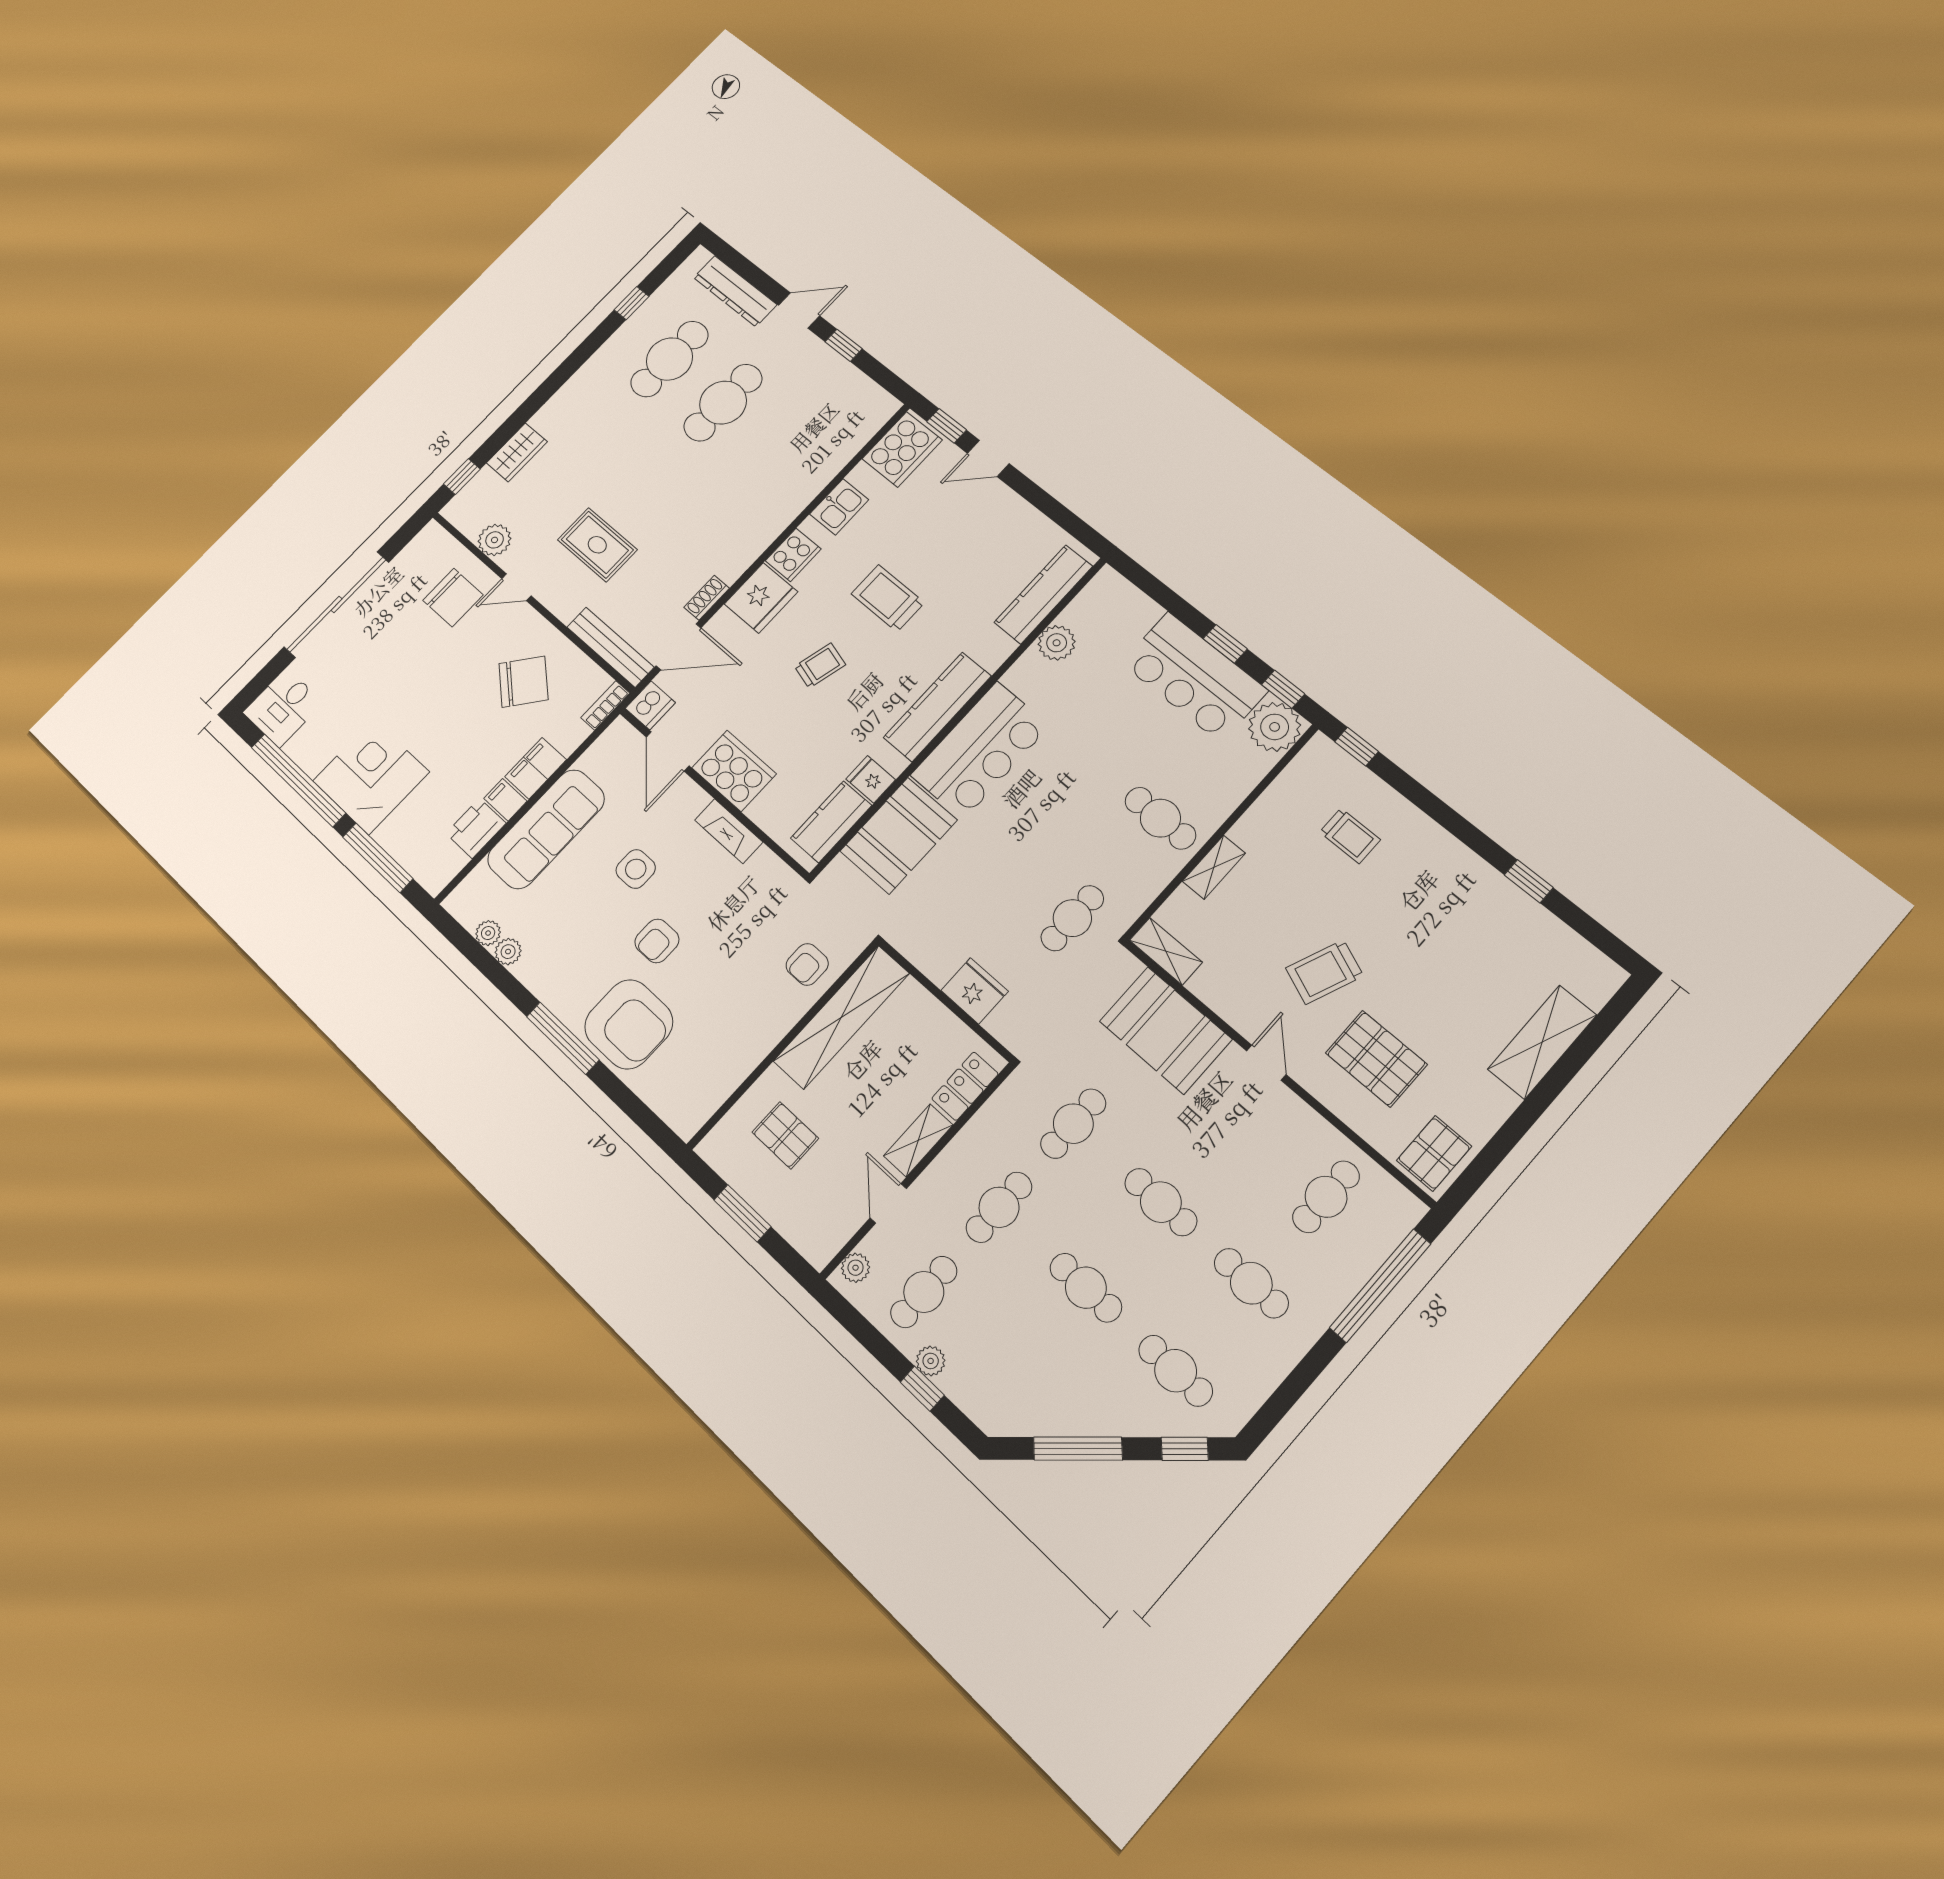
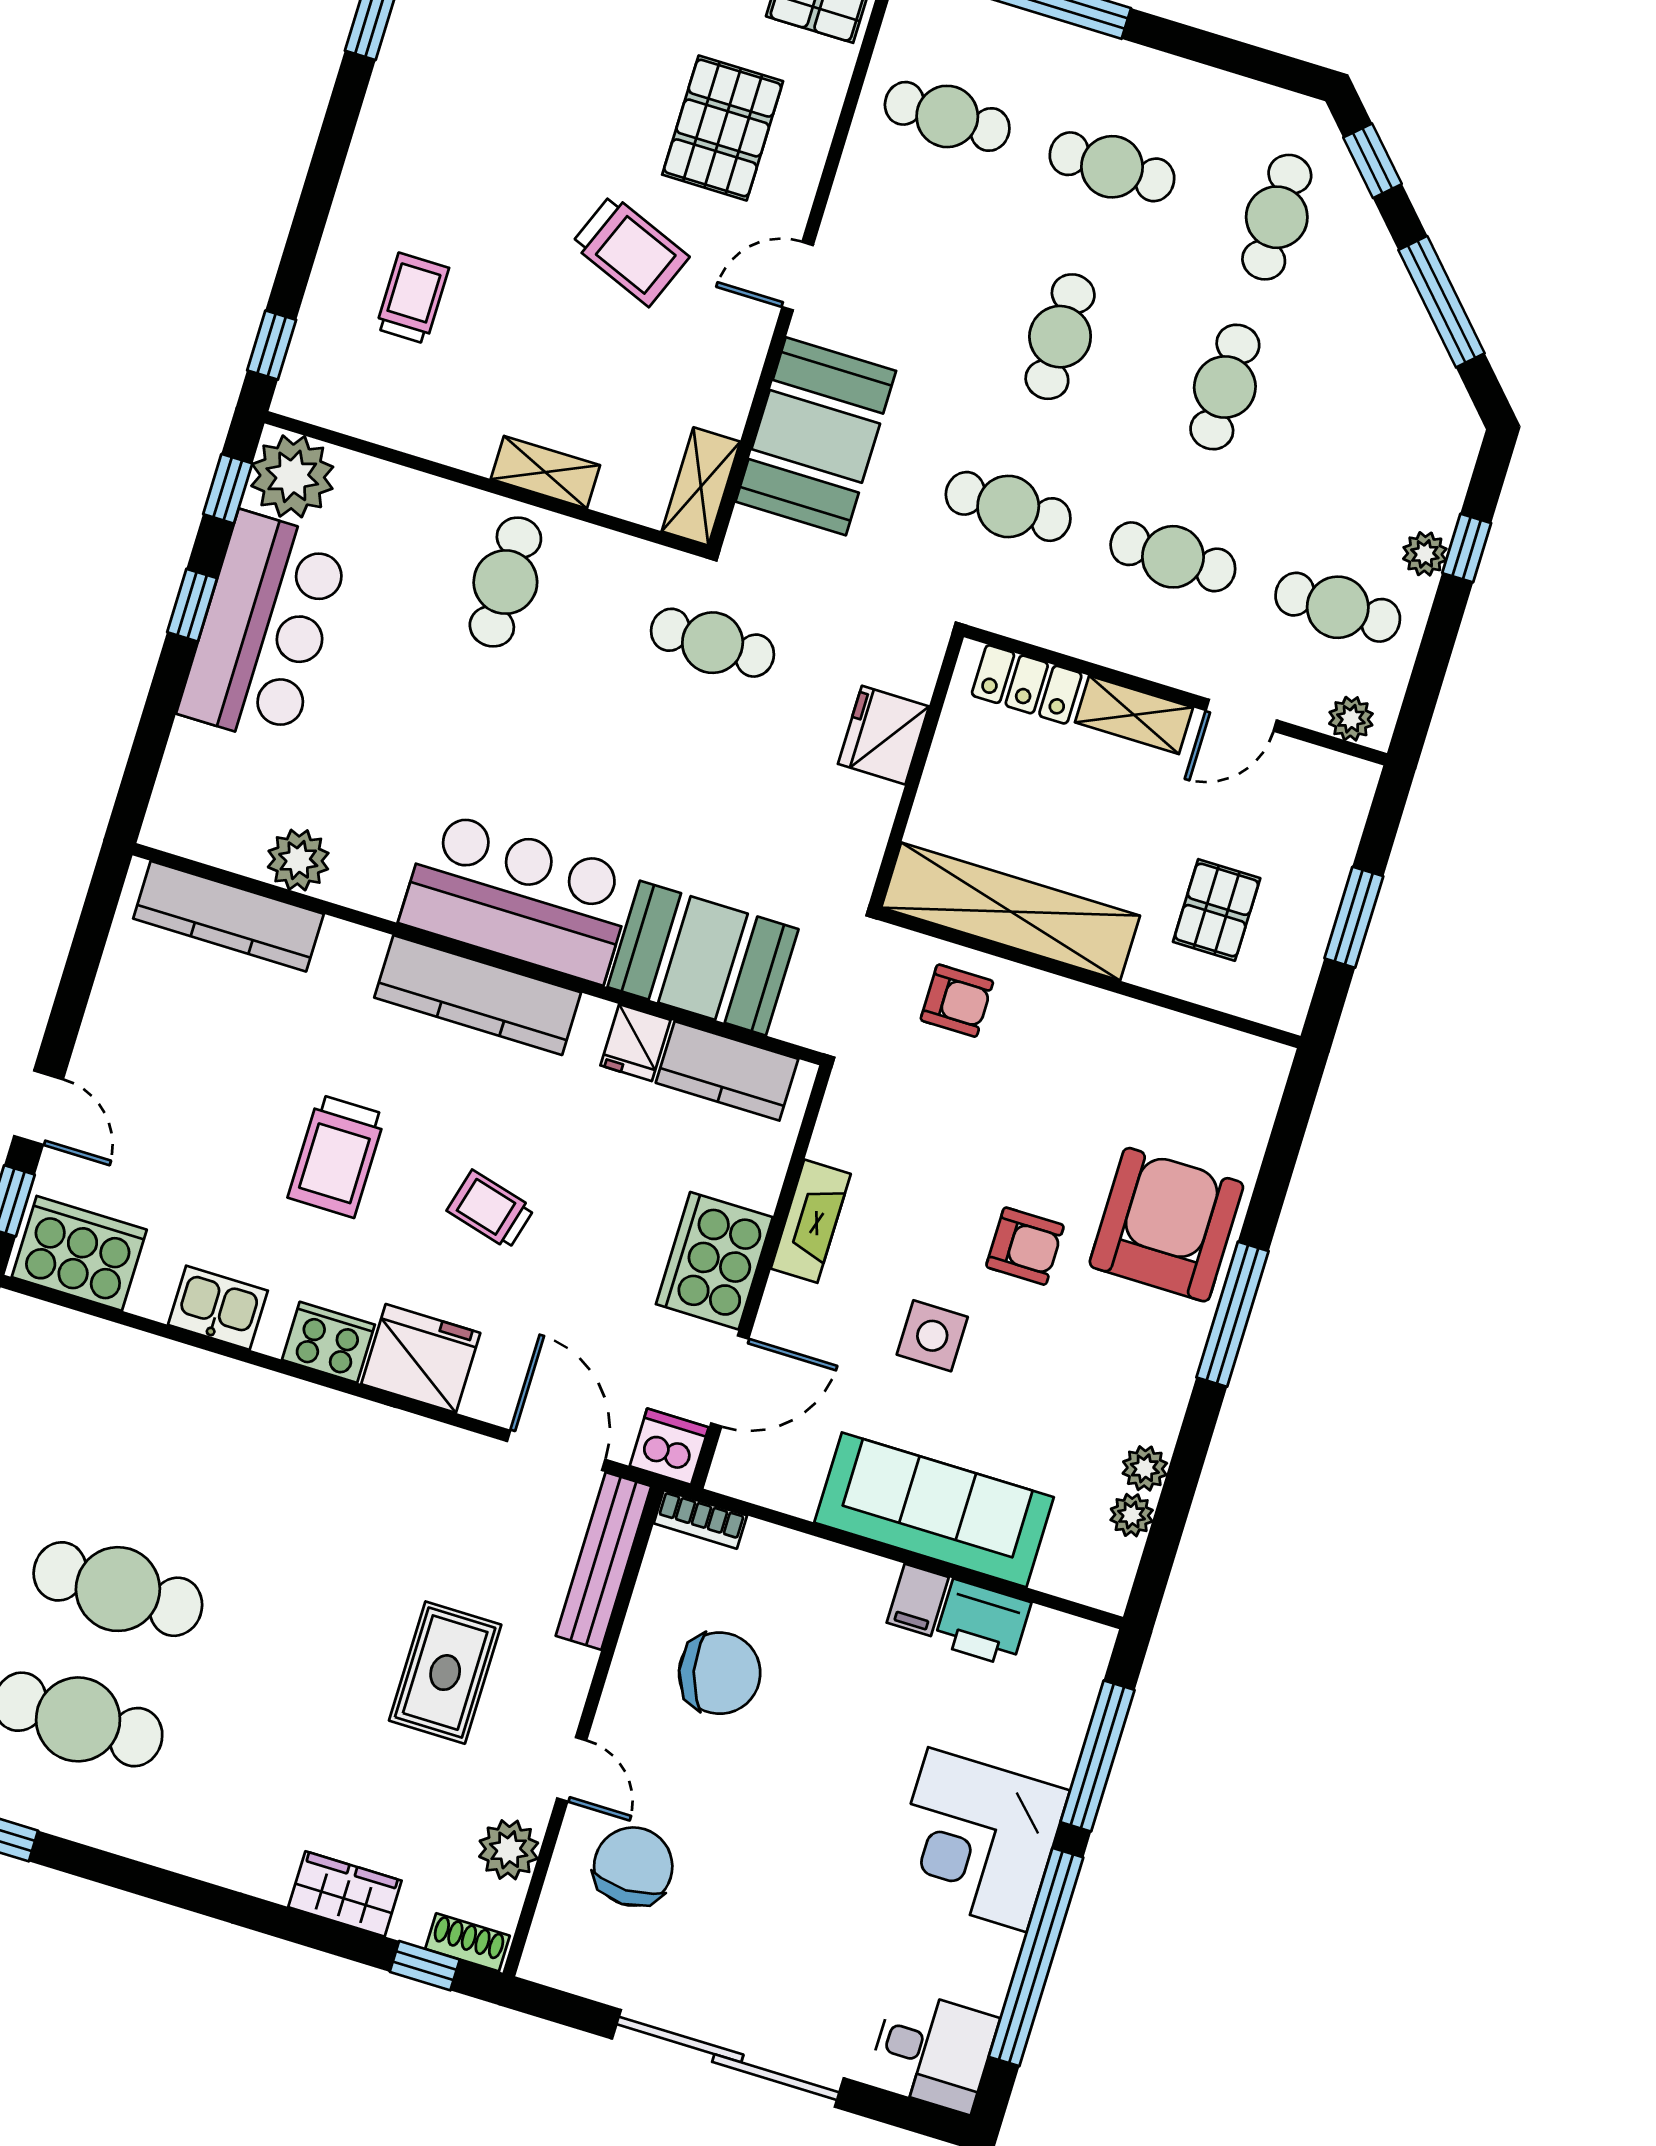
shoe rack: (707, 598) -> (468, 1942), moved, turned 180
chair: (523, 682) -> (720, 1673), turned 127
filing cabinet: (536, 768) -> (848, 1578), removed
cafe table: (1251, 1283) -> (1112, 167), turned 90

